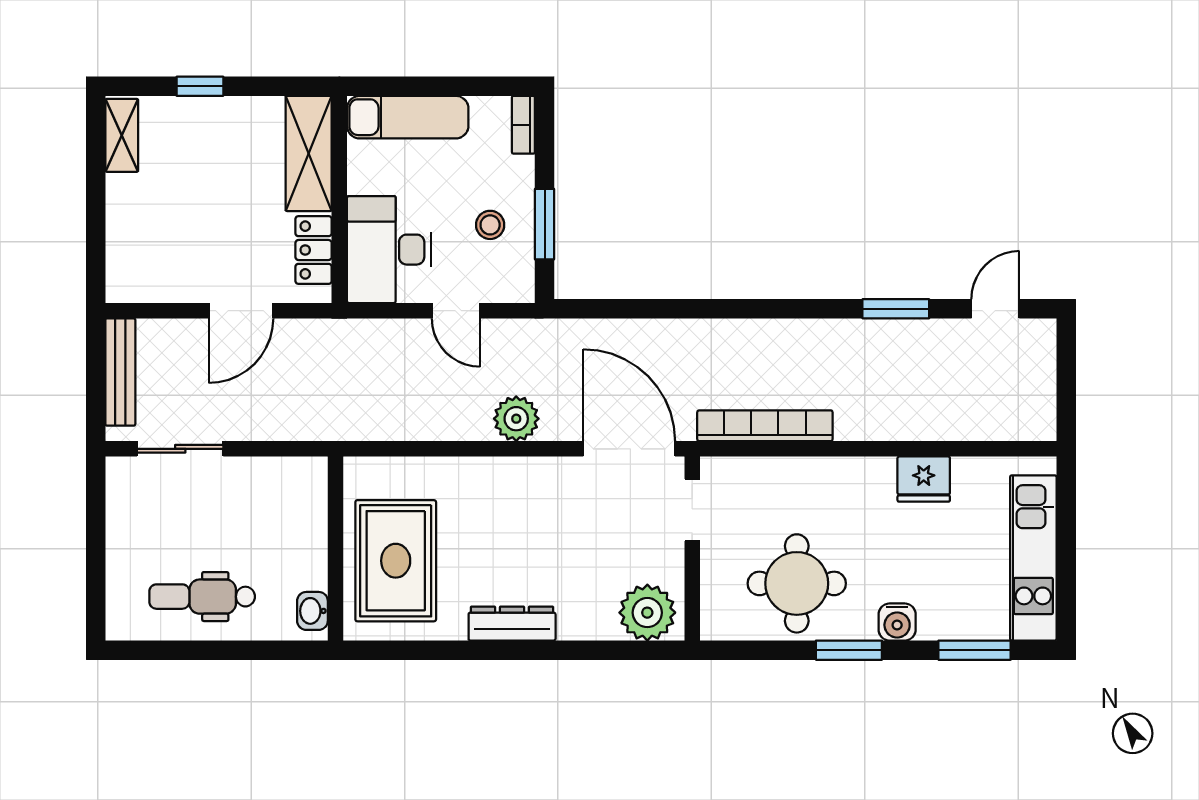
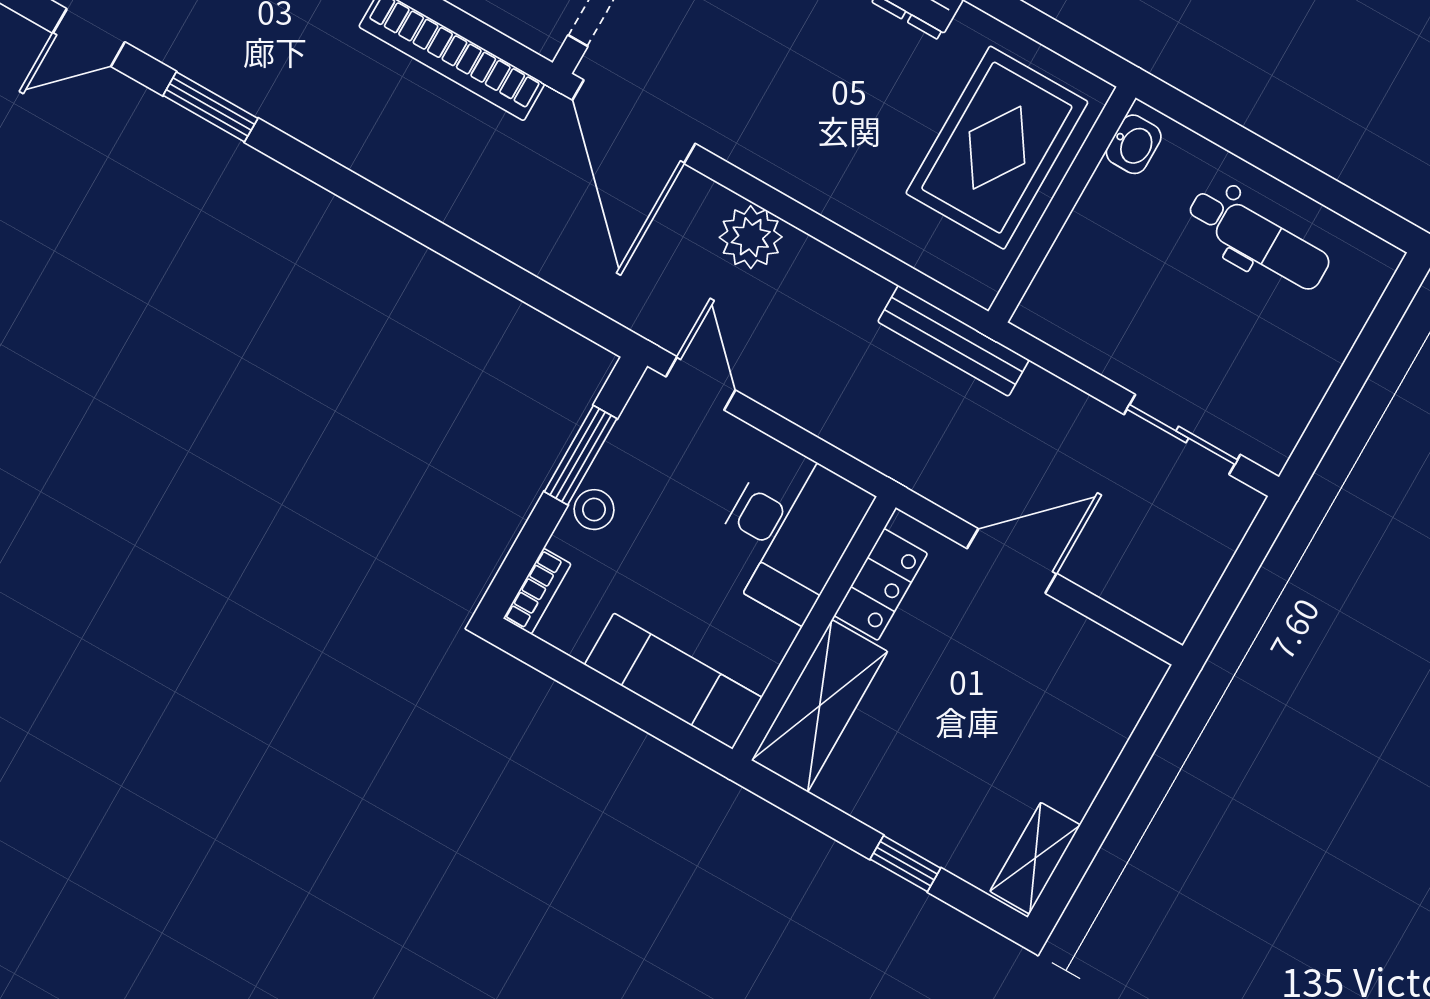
stool: (490, 225) -> (594, 510), moved
door: (456, 311) -> (701, 383), moved
bench: (120, 372) -> (953, 341), moved, turned 90

